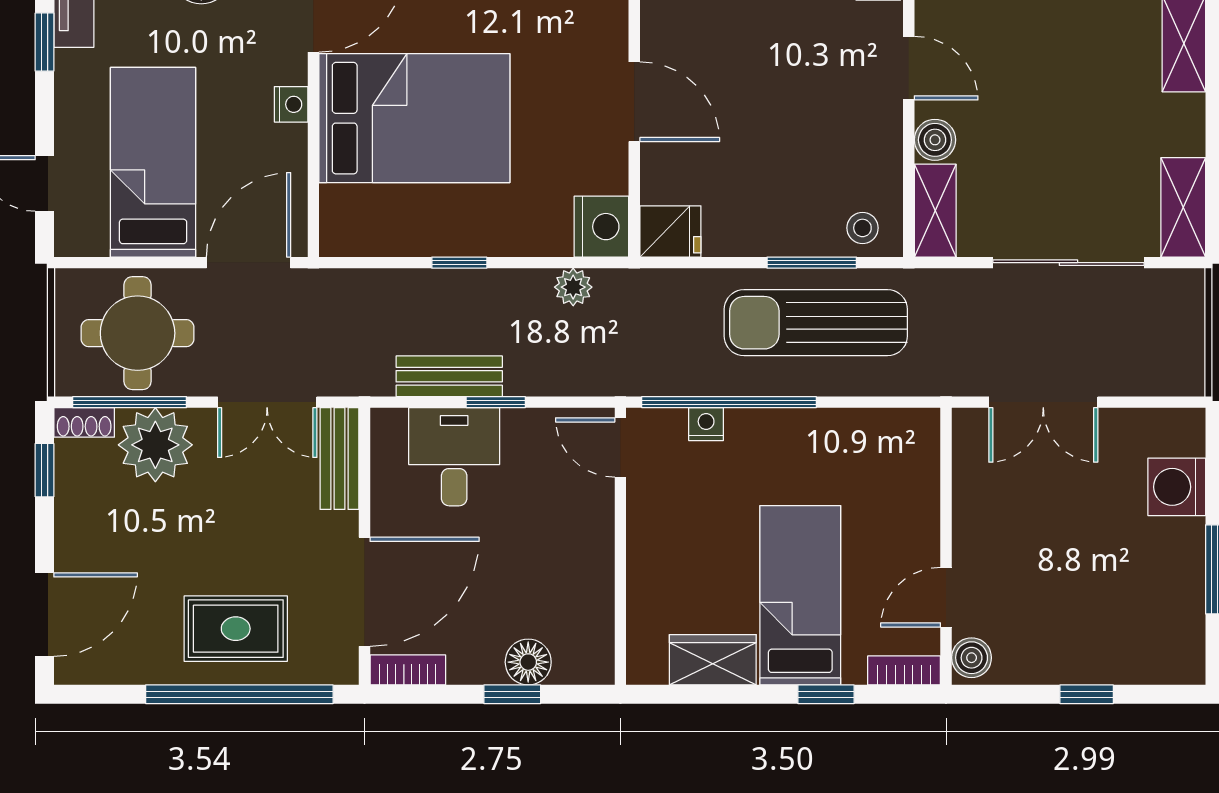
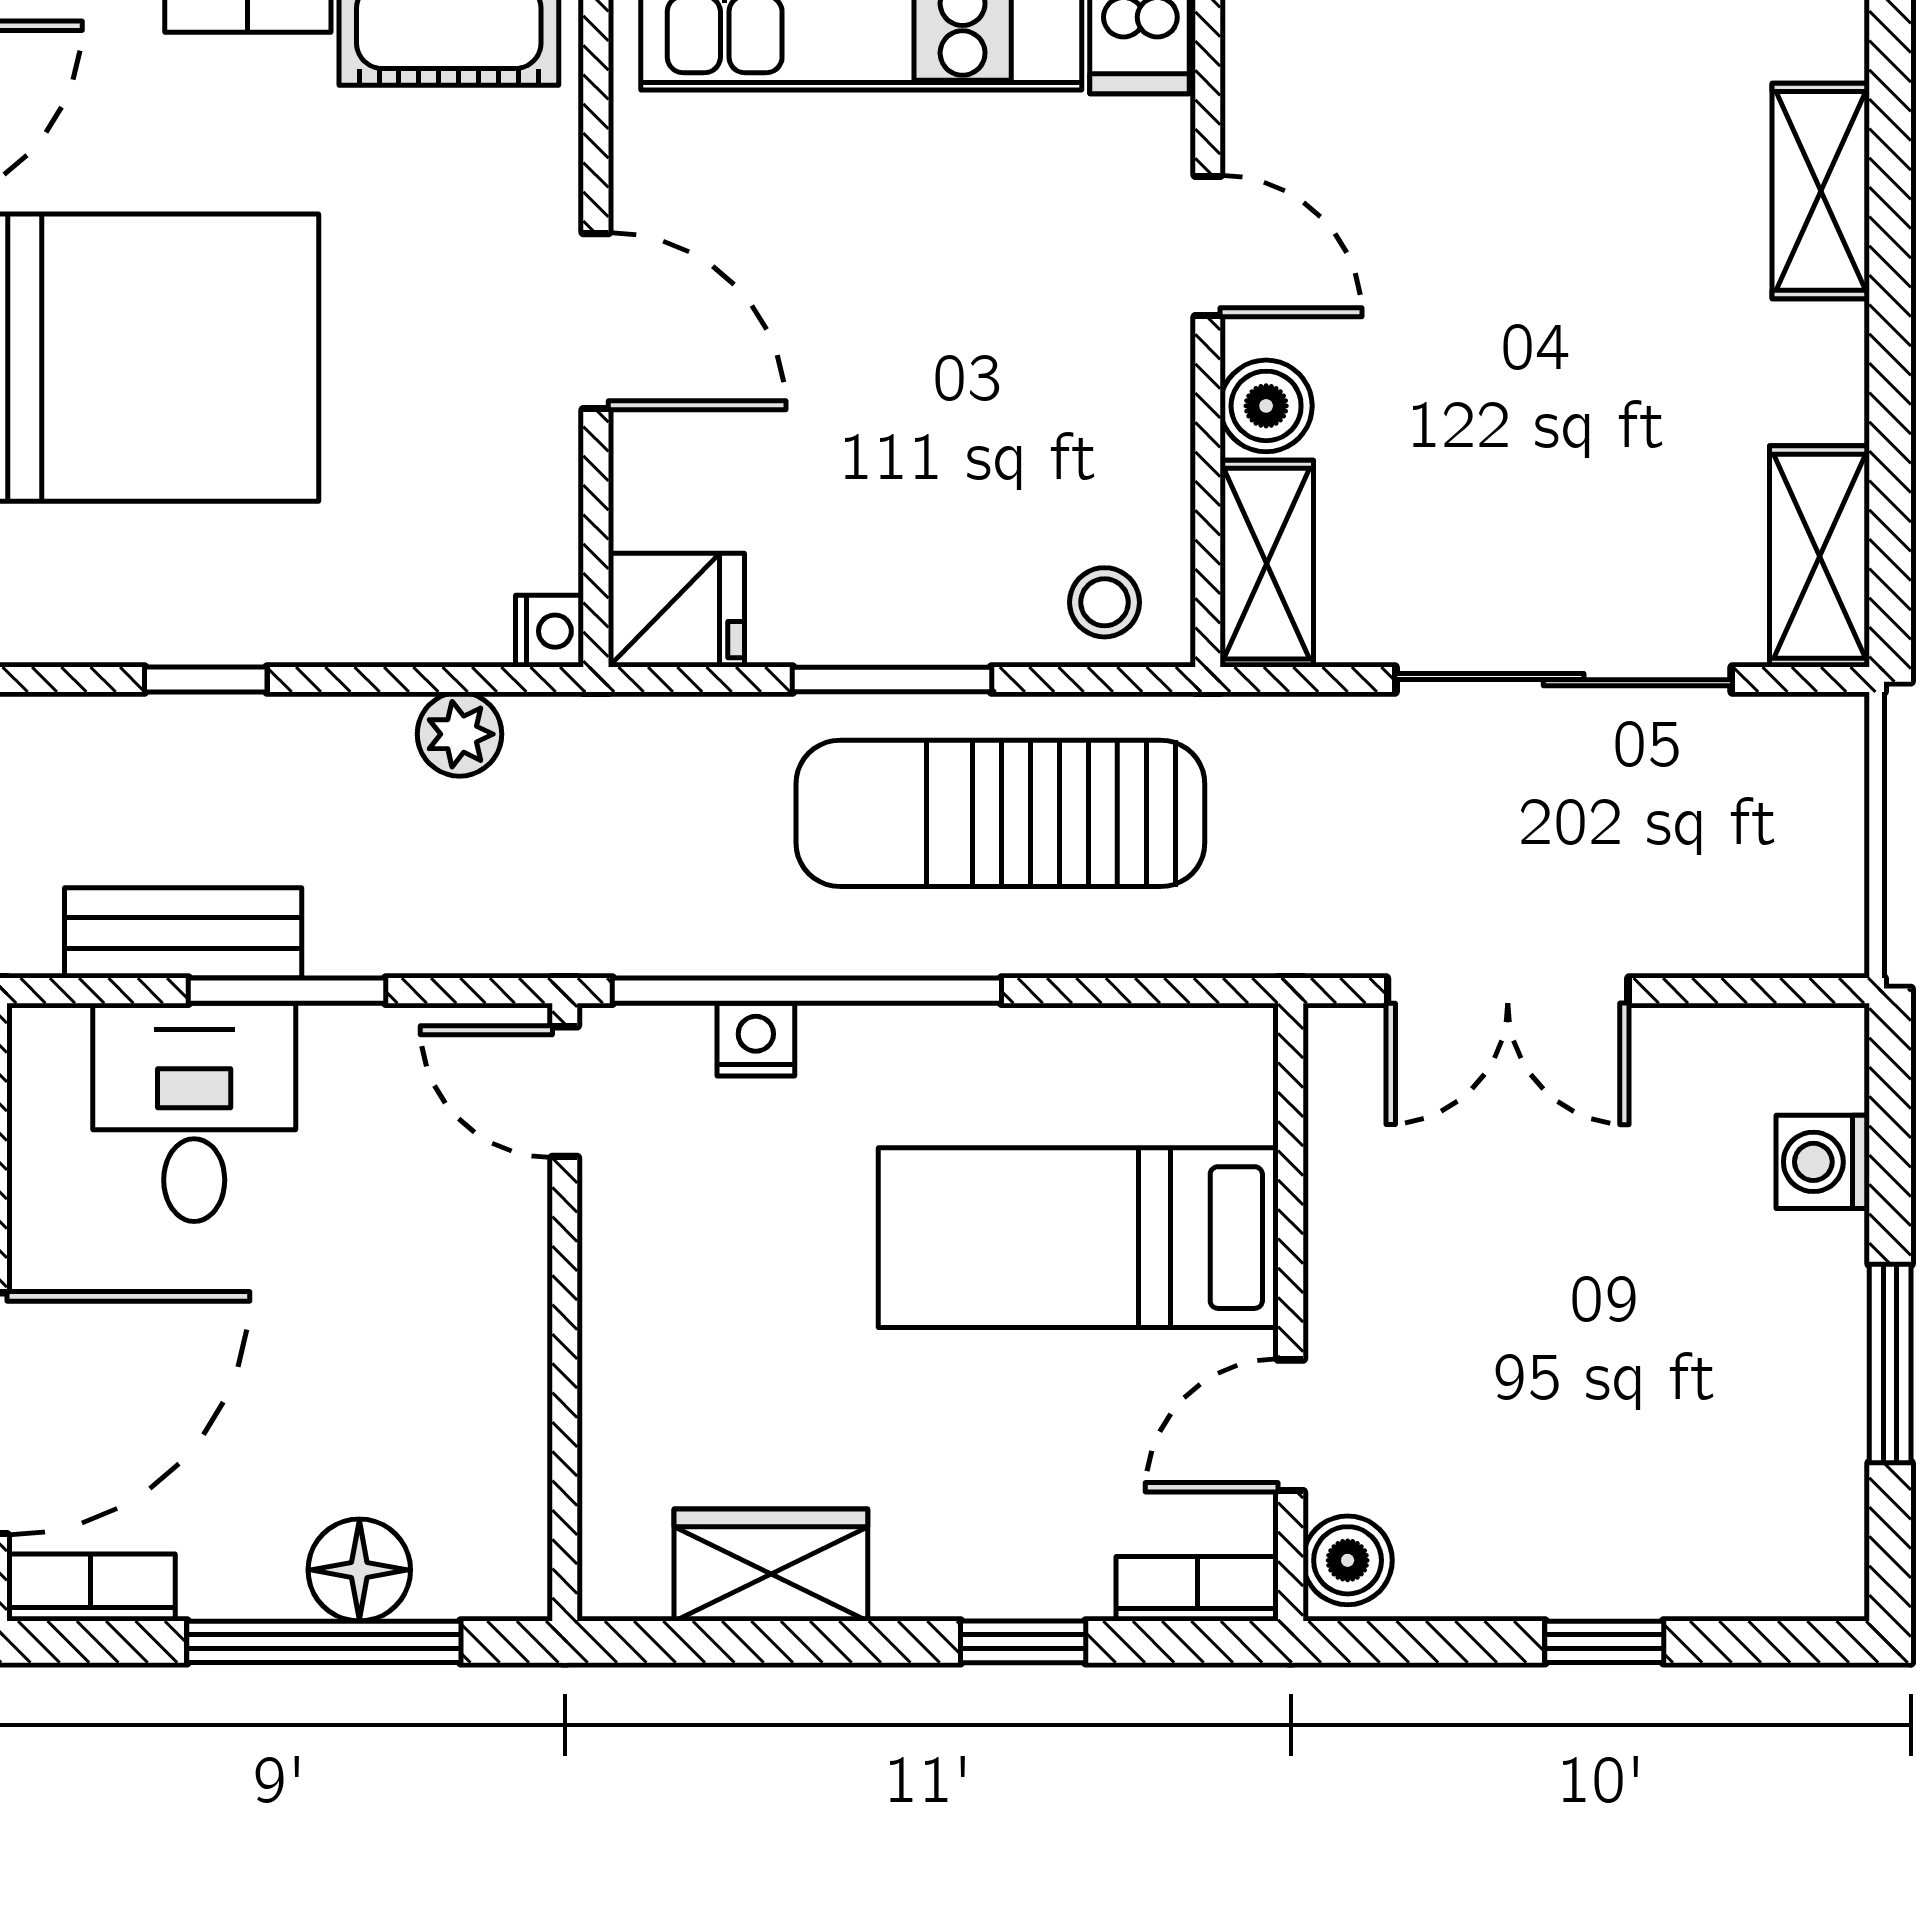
nightstand: (601, 227) -> (550, 631), width x0.53, depth x0.56
window: (812, 263) -> (892, 680), moved
window: (496, 402) -> (287, 991), width x1.50
washing machine: (1177, 487) -> (1823, 1162), width x0.73, depth x0.73
bed: (800, 595) -> (1078, 1238), moved, turned -90
window: (512, 694) -> (324, 1642), width x2.17

